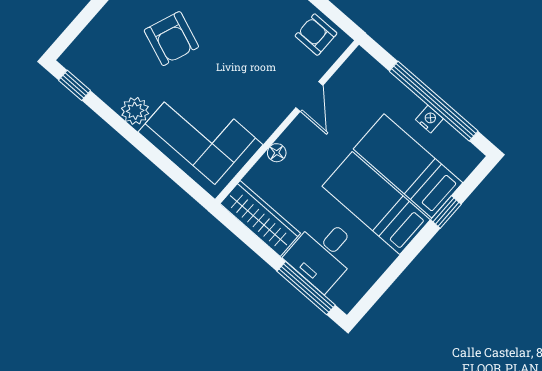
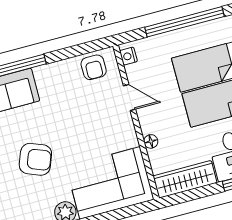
armchair: (316, 35) -> (94, 67), turned -90
nightstand: (429, 119) -> (128, 56), moved, turned -90

